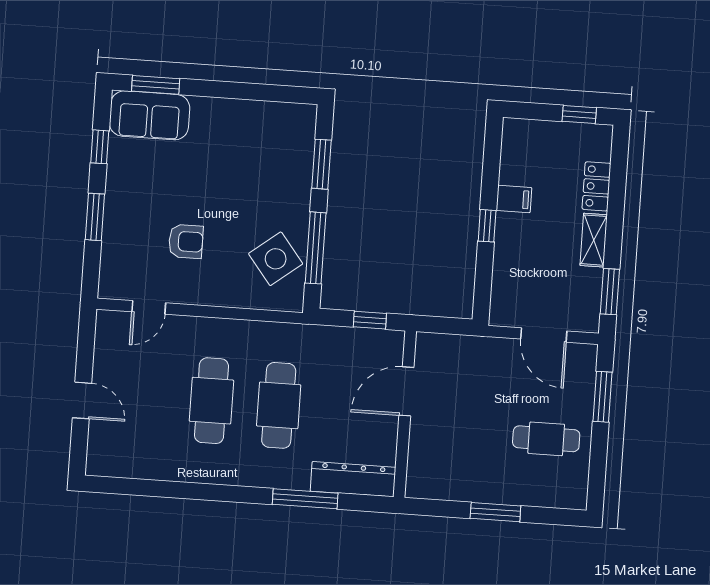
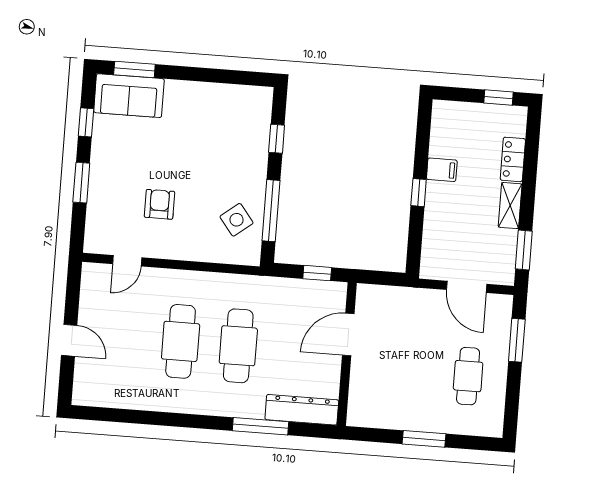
window: (321, 164) -> (277, 139), width x0.67
armchair: (186, 241) -> (159, 204), turned -90
side table: (276, 259) -> (237, 220), width x0.73, depth x0.73
cafe table: (546, 439) -> (468, 376), turned 90

